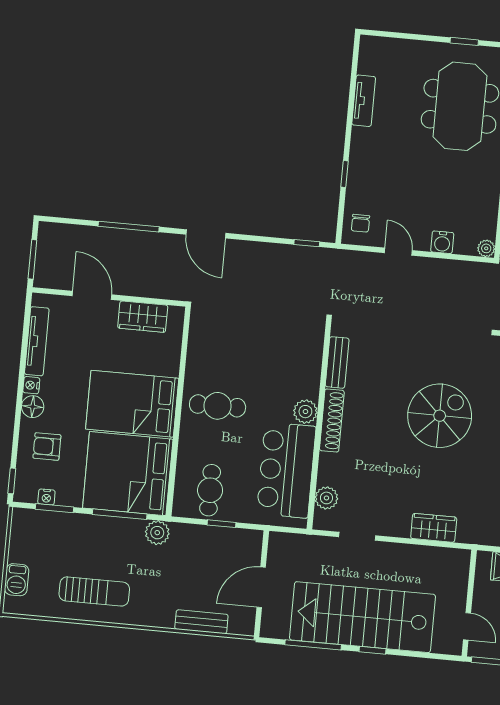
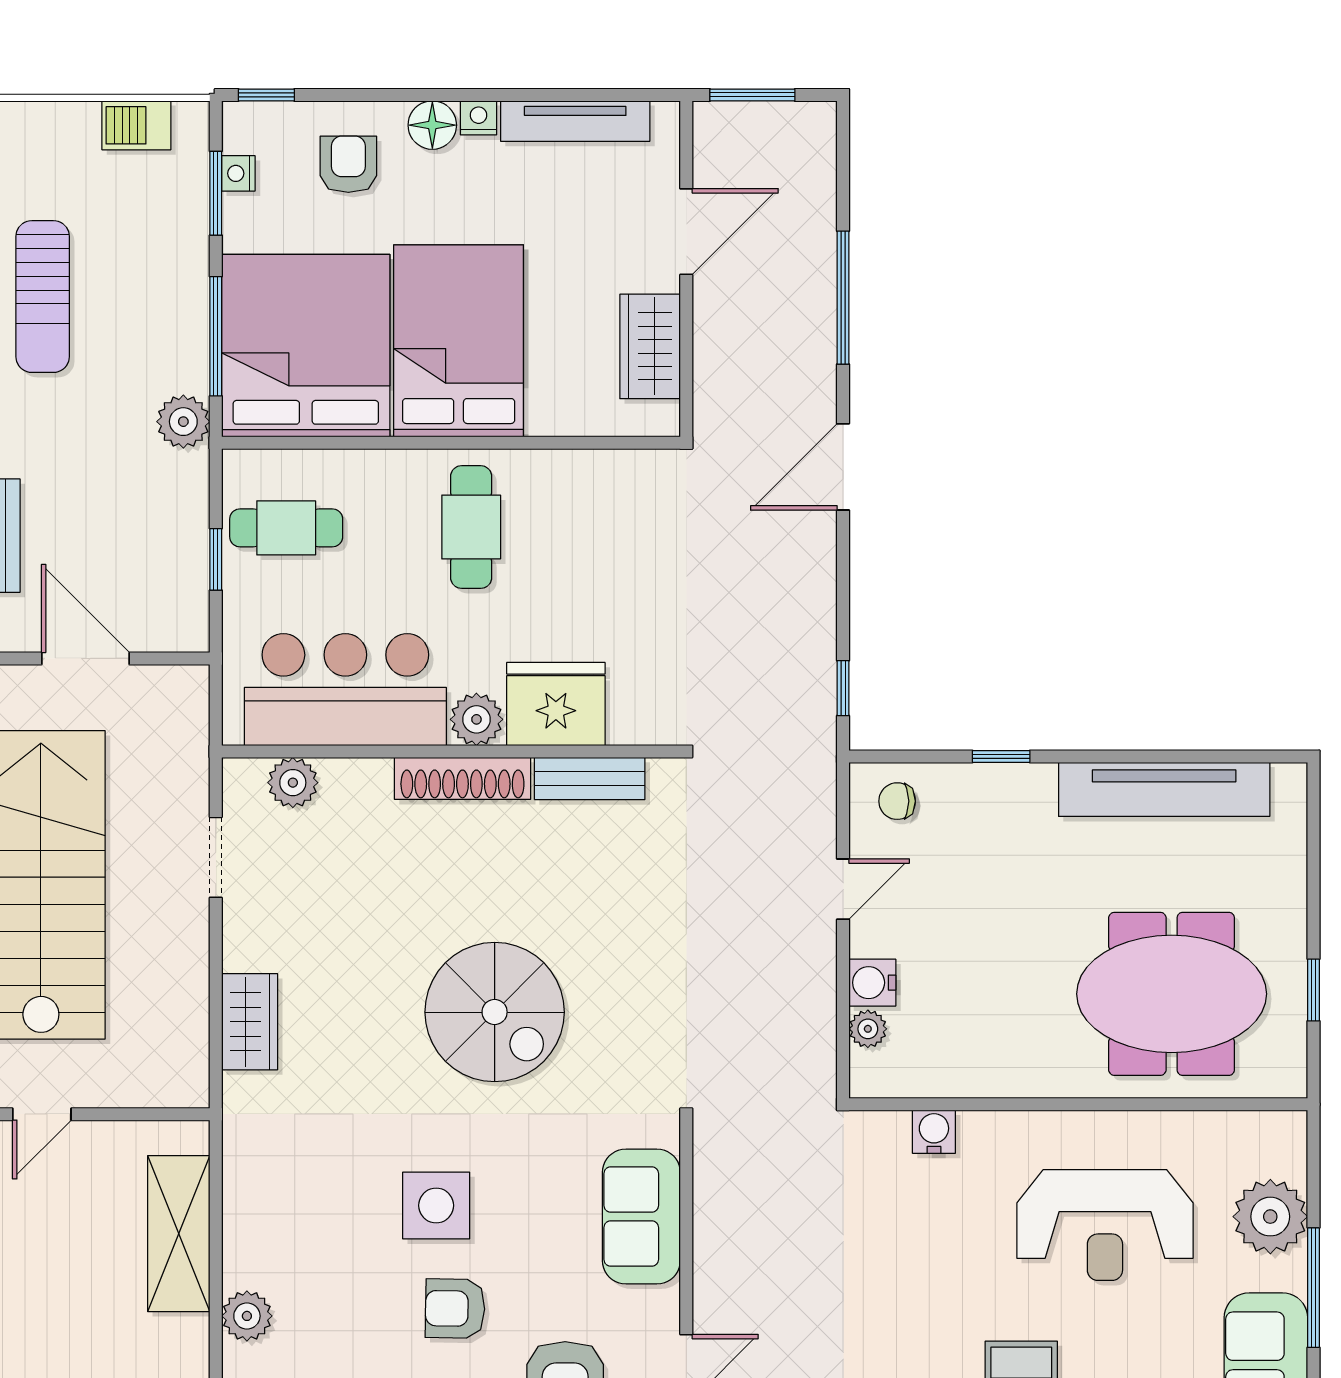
tv unit: (364, 101) -> (1164, 789), width x1.92, depth x1.29
plant: (486, 248) -> (868, 1029), moved
fridge: (302, 375) -> (556, 704), added
barbecue: (17, 580) -> (136, 125), moved

